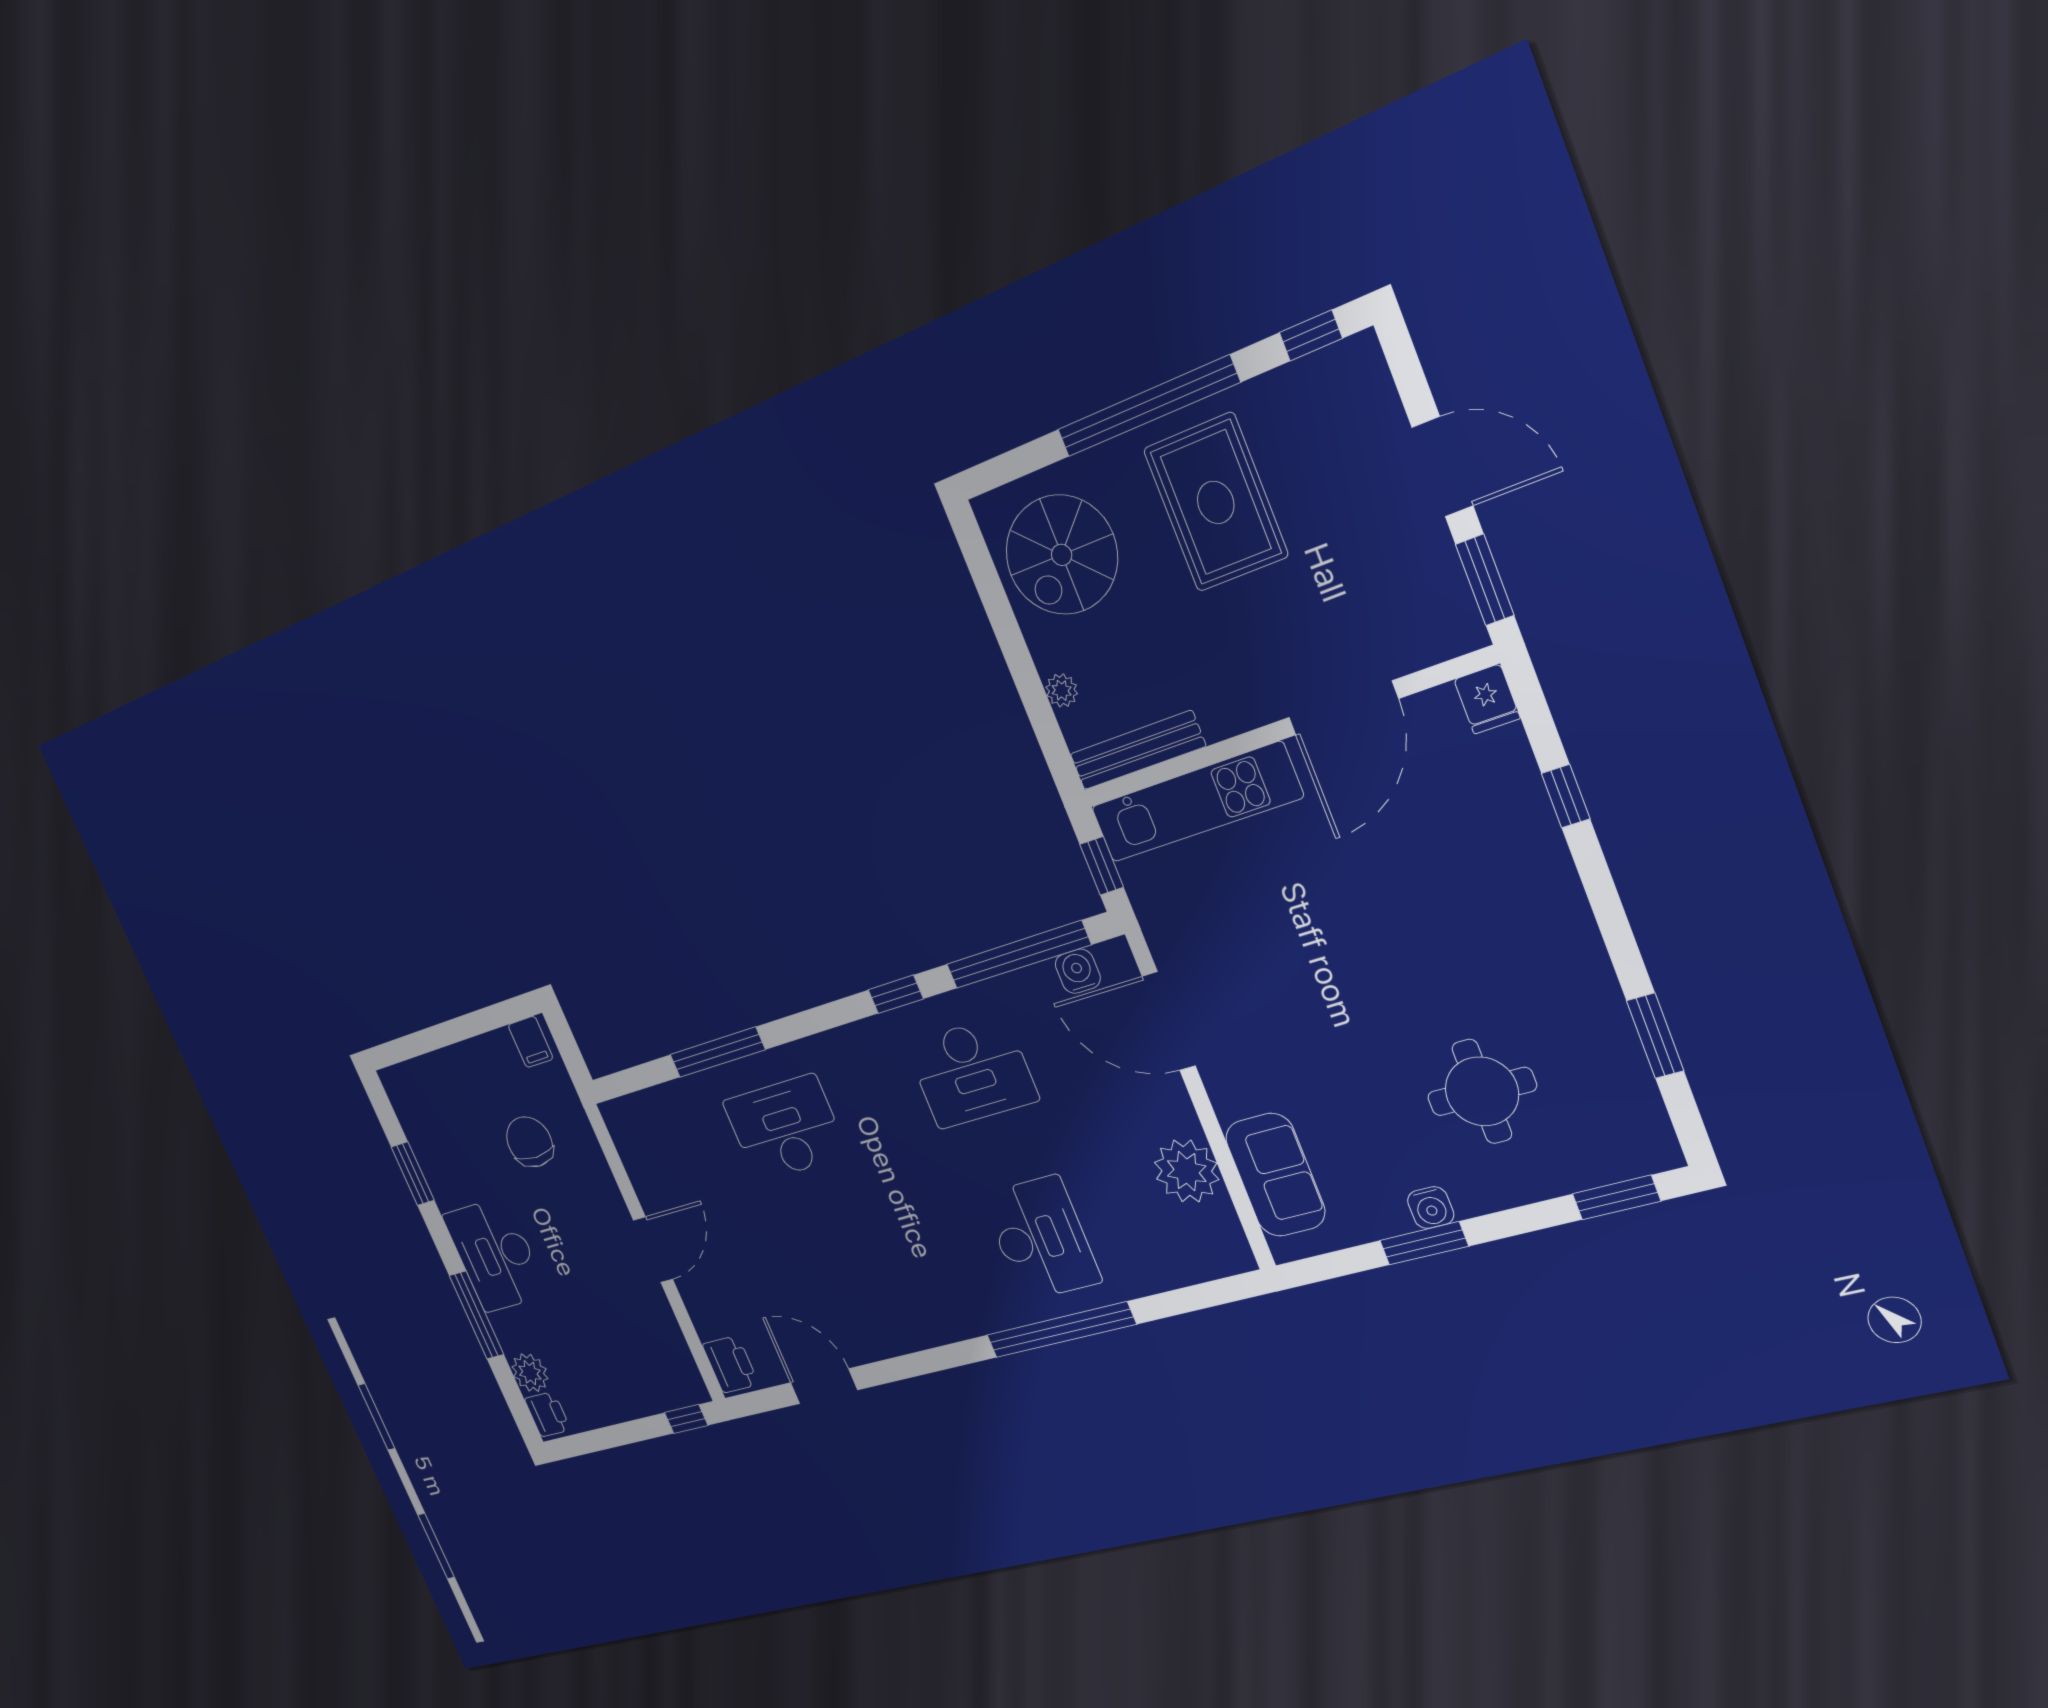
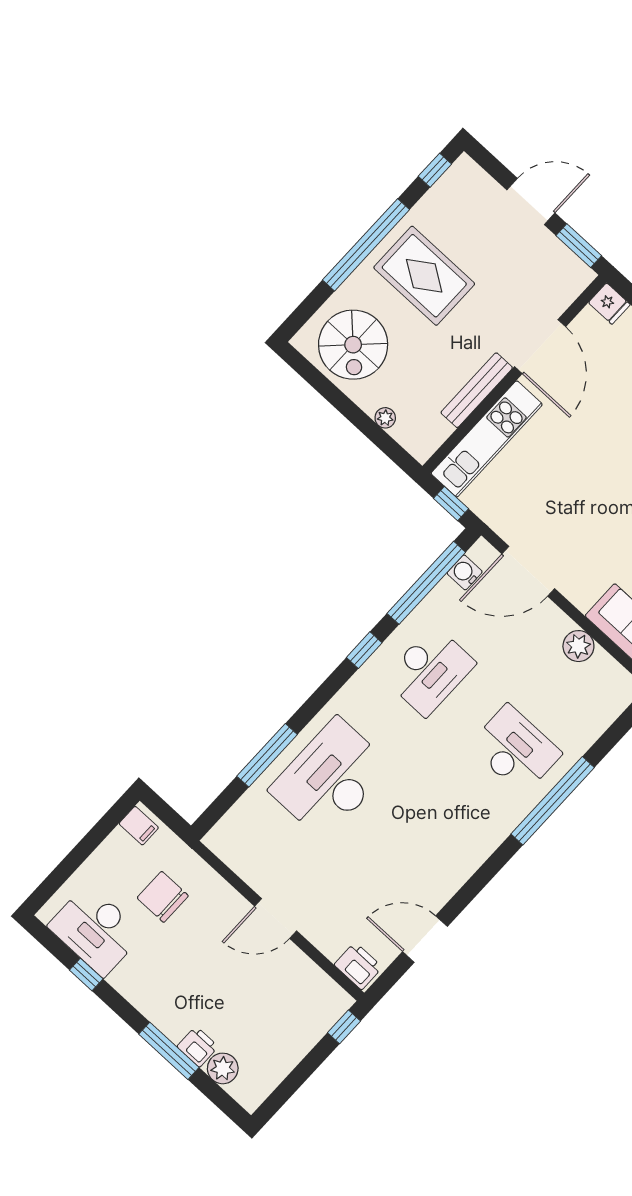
bench: (1138, 750) -> (477, 390), moved
desk: (785, 1128) -> (330, 778), width x1.36, depth x1.30
plant: (1187, 1171) -> (578, 646), width x0.73, depth x0.73
window: (413, 1174) -> (86, 974), width x0.67
door: (653, 1250) -> (276, 919), swing flipped
desk: (495, 1255) -> (96, 930), moved
printer: (547, 1414) -> (198, 1047), moved

